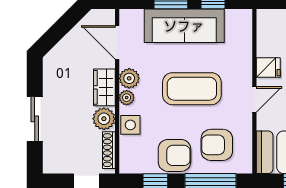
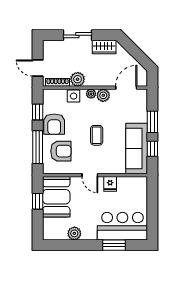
sofa: (184, 26) -> (137, 149), moved
wardrobe: (104, 87) -> (104, 47), moved, turned 180
coffee table: (192, 89) -> (97, 135), width x0.54, depth x0.58
armchair: (217, 145) -> (61, 151), turned 90

